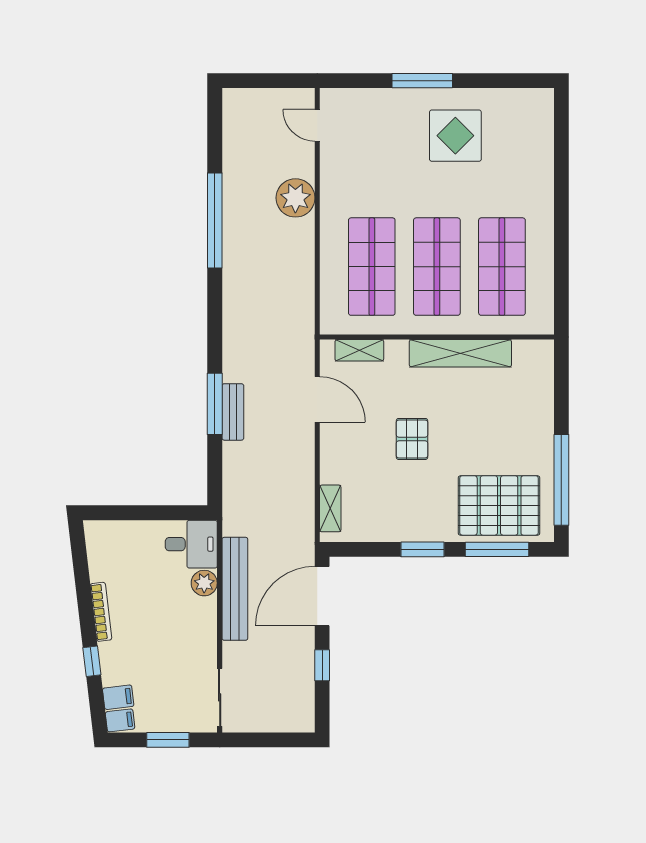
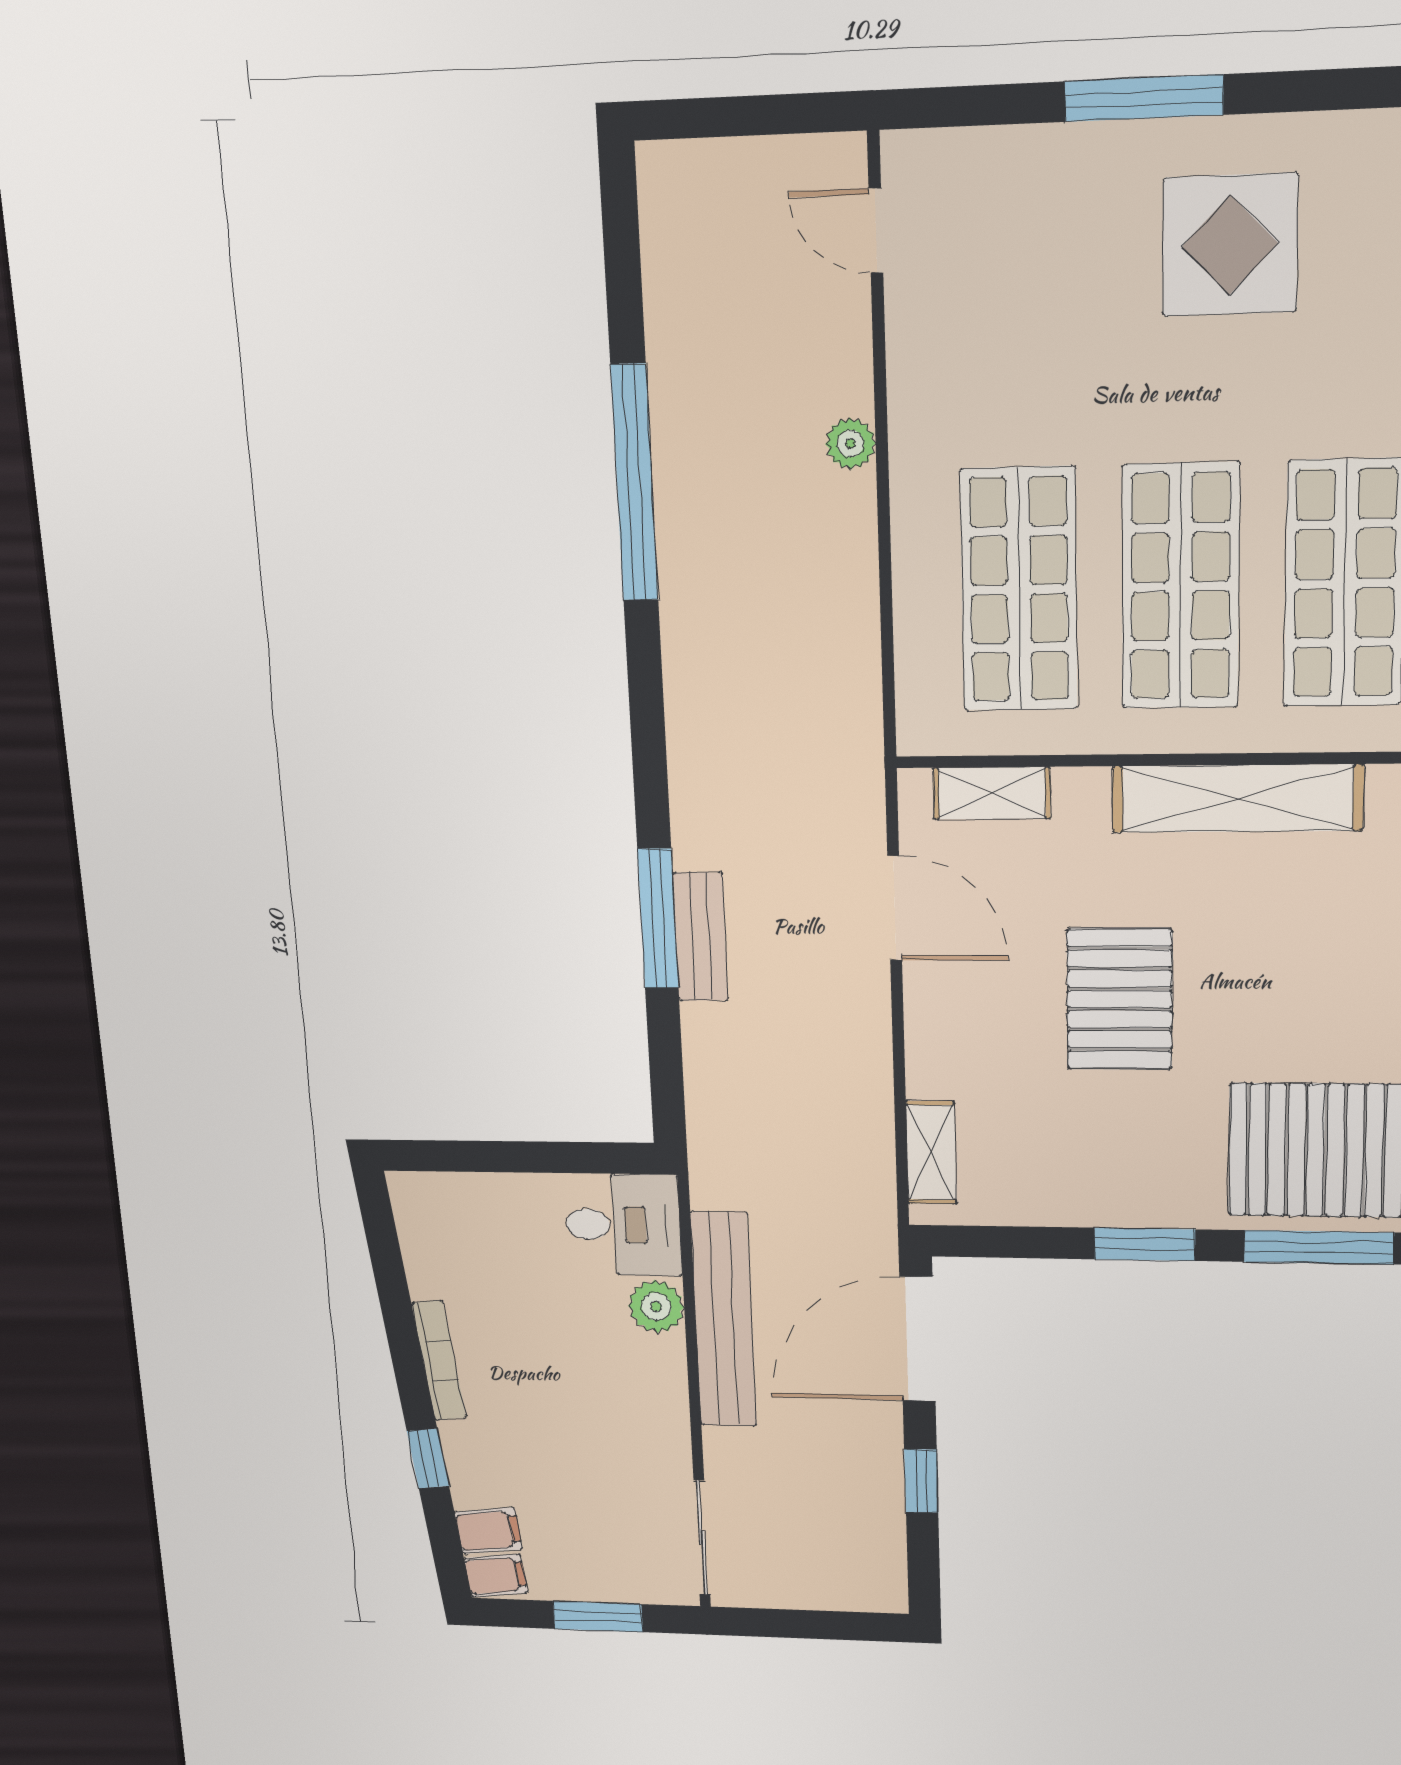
plant: (295, 198) -> (850, 444), width x0.53, depth x0.53
pallet: (412, 439) -> (1120, 999), width x1.50, depth x1.42

